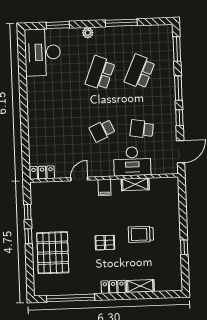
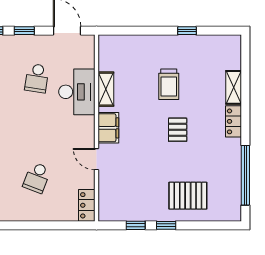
school desk: (102, 130) -> (37, 178), moved, turned 45
filing cabinet: (104, 187) -> (108, 128), width x2.00
pallet: (53, 253) -> (188, 196), width x0.73, depth x0.71

